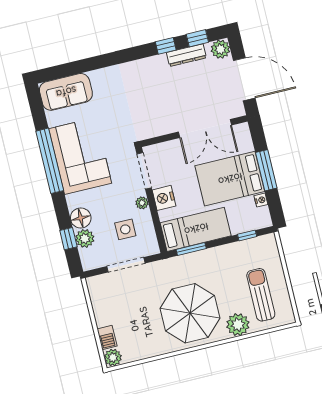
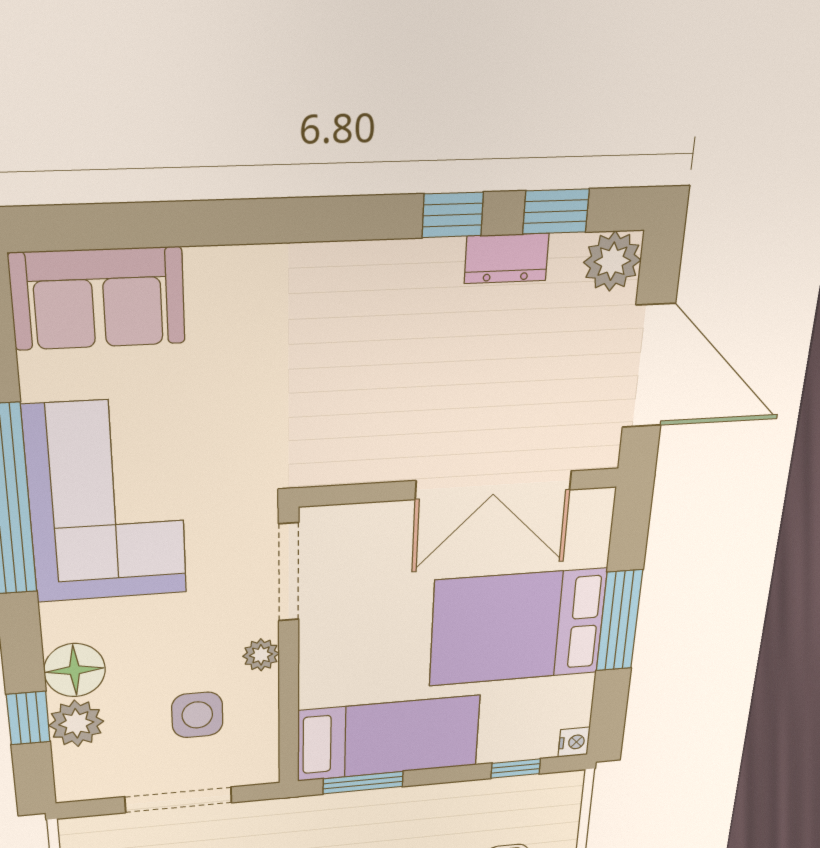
dresser: (186, 55) -> (507, 258), width x0.70
nightstand: (164, 198) -> (326, 651), removed
nightstand: (261, 200) -> (574, 742), moved

